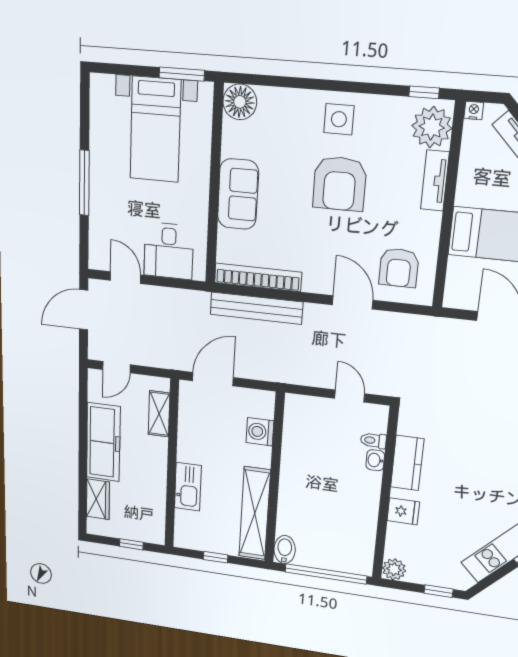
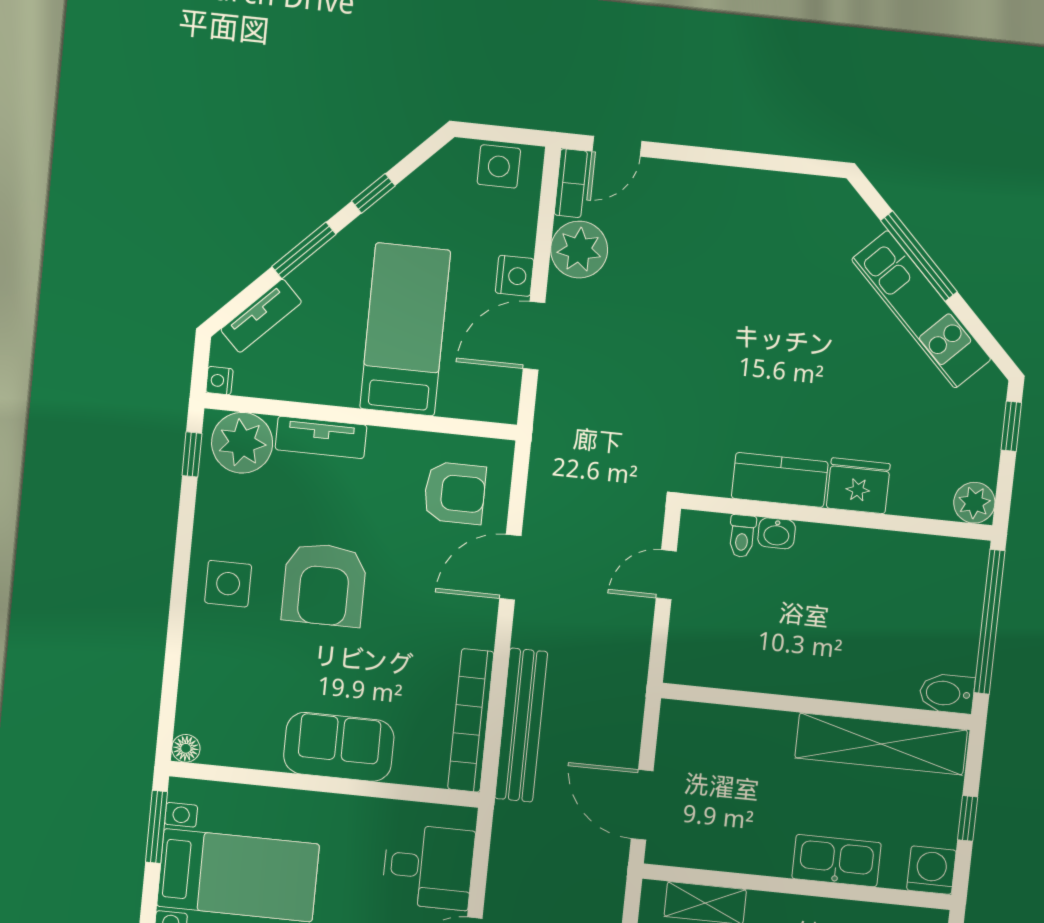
floor lamp: (240, 102) -> (186, 748), width x0.53, depth x0.53
armchair: (340, 184) -> (324, 585), turned 90
washing machine: (260, 432) -> (931, 870), moved, turned 180
fridge: (403, 511) -> (858, 486), width x1.38

